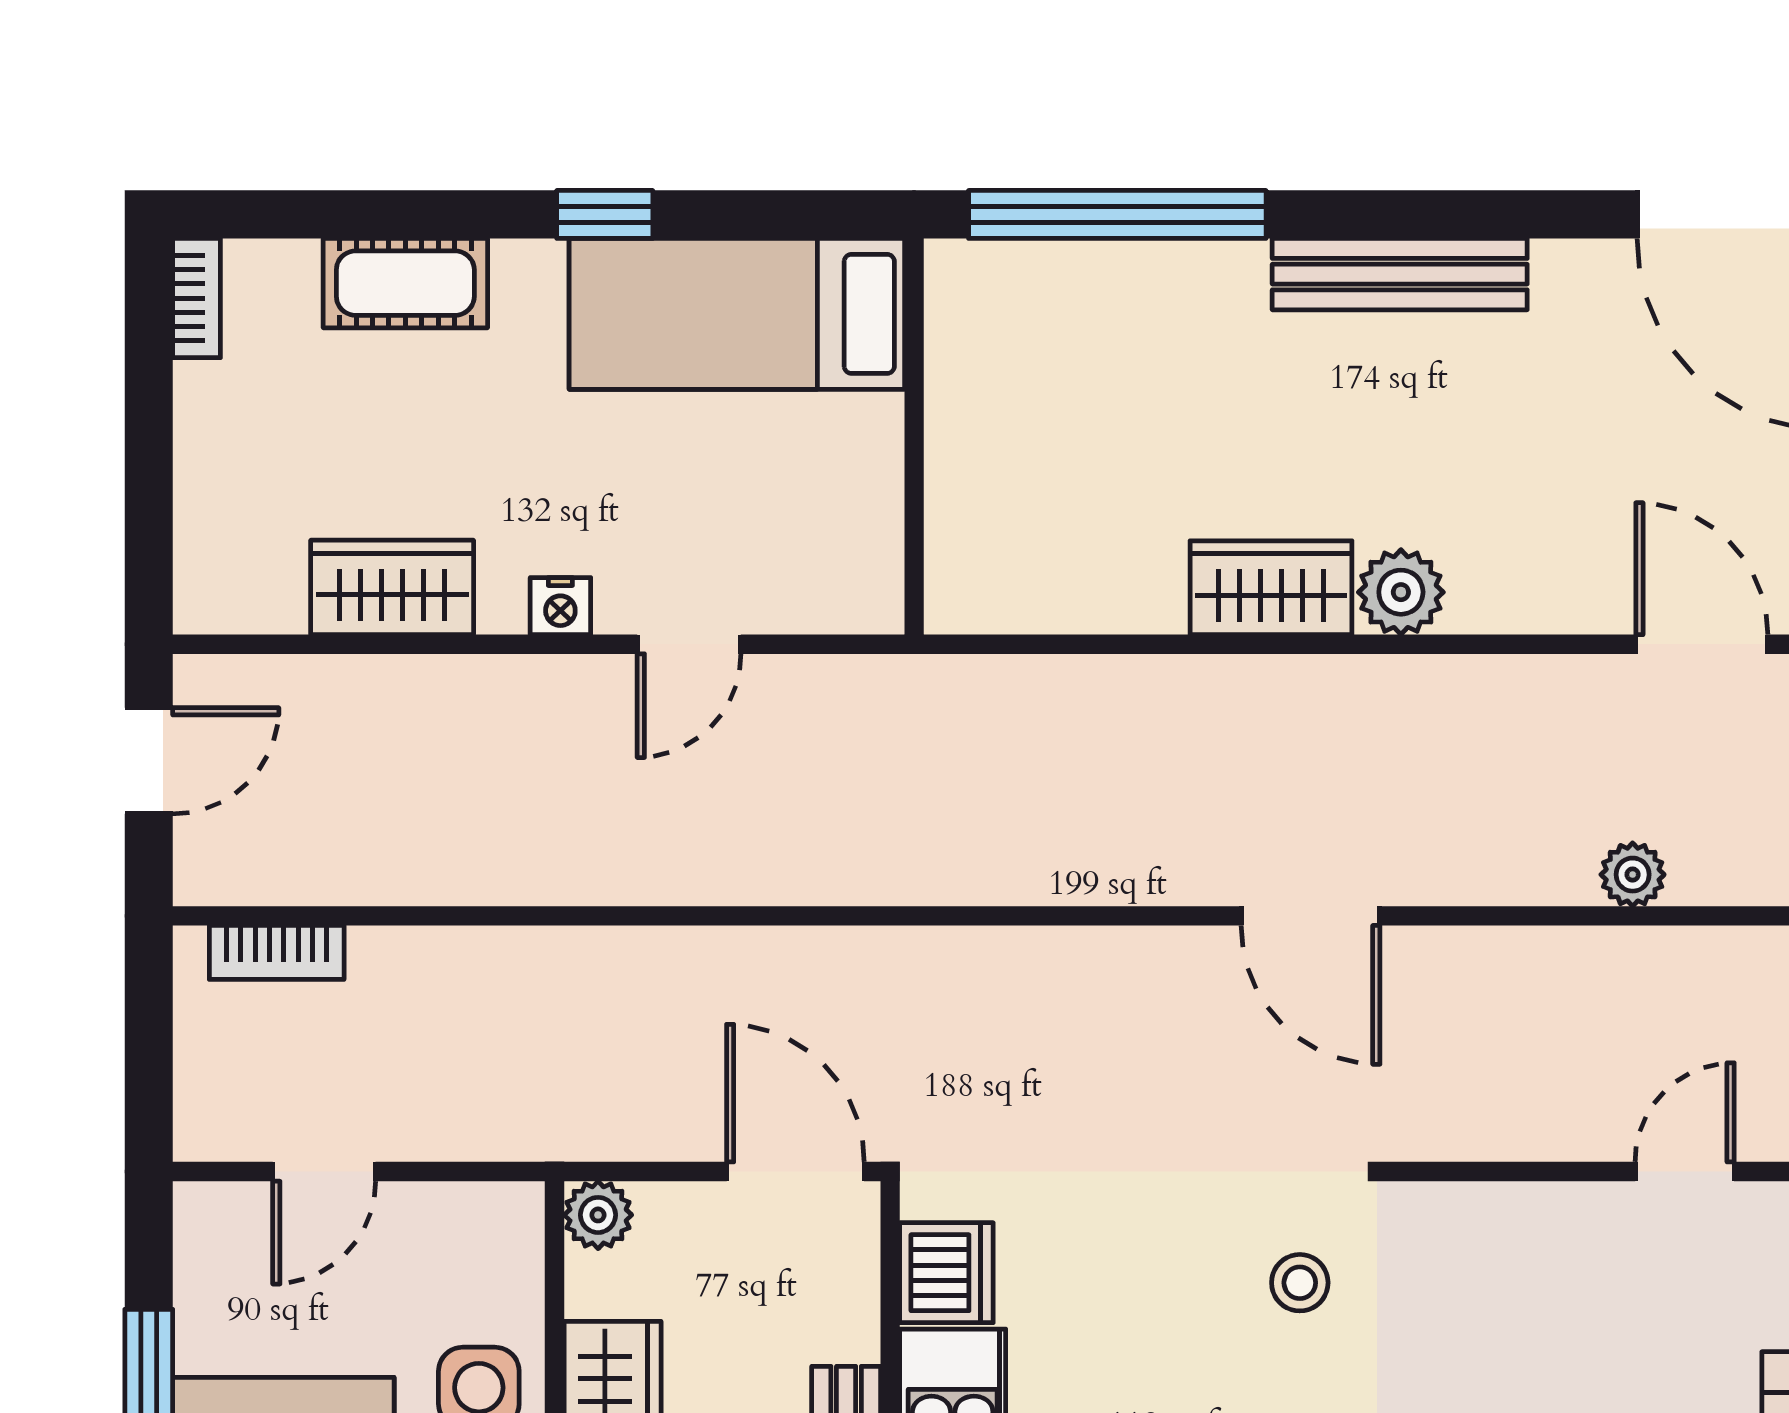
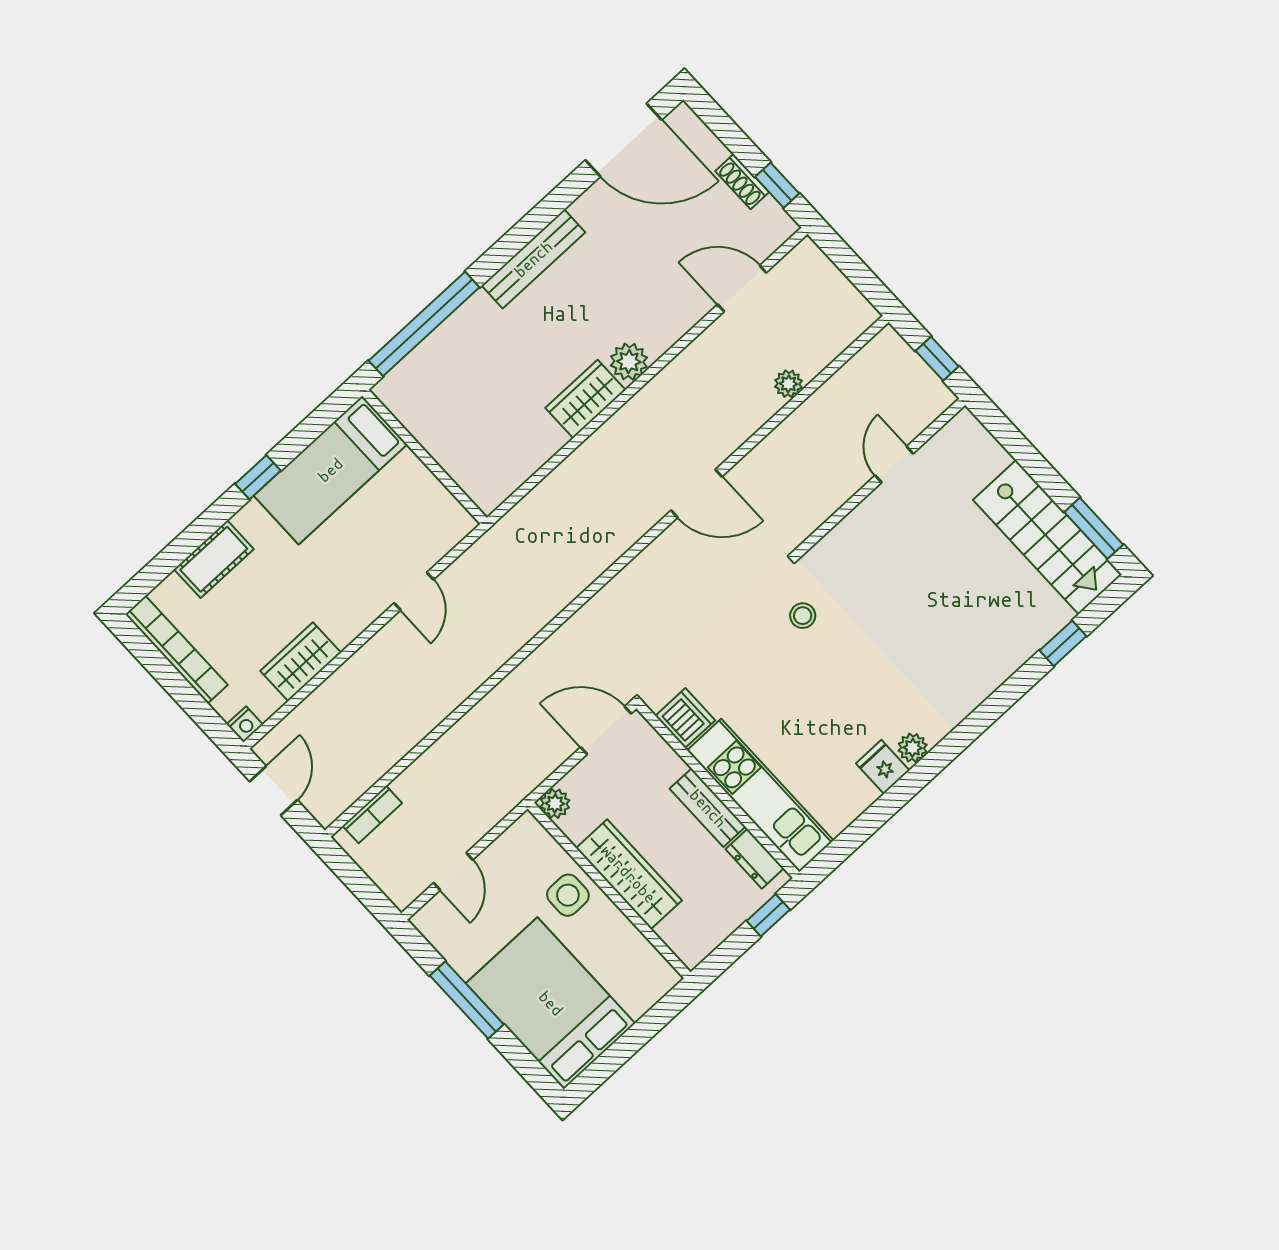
bookcase: (197, 298) -> (176, 650), width x2.31, depth x1.31
nightstand: (560, 606) -> (245, 724), moved

